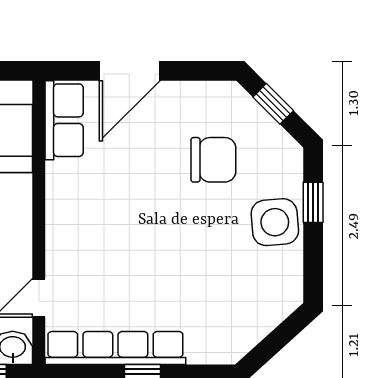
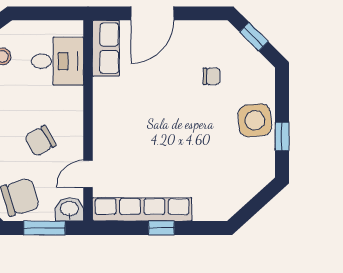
chair: (213, 160) -> (211, 76), width x0.54, depth x0.54
window: (313, 202) -> (282, 136), moved

